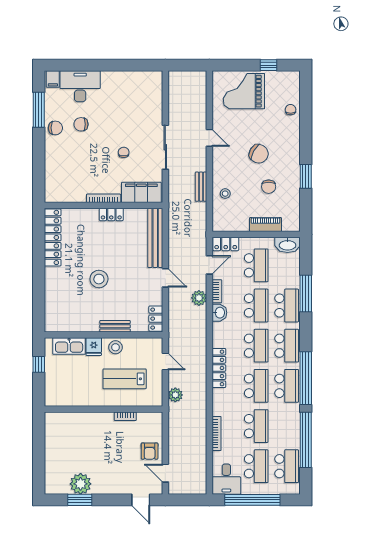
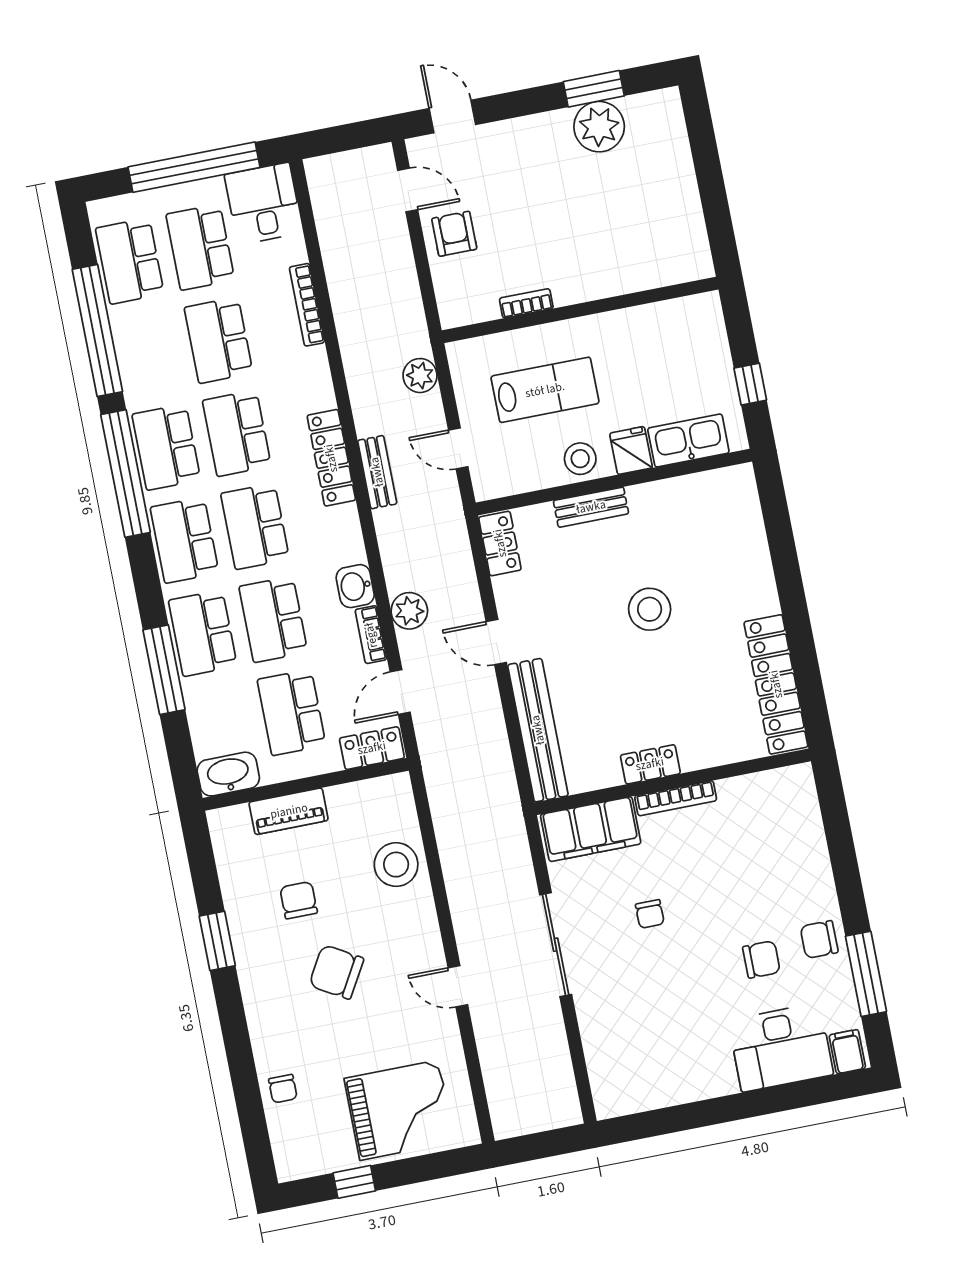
bench: (201, 187) -> (377, 472), moved
stool: (225, 194) -> (396, 865), width x1.89, depth x1.89

